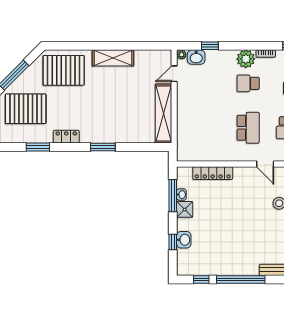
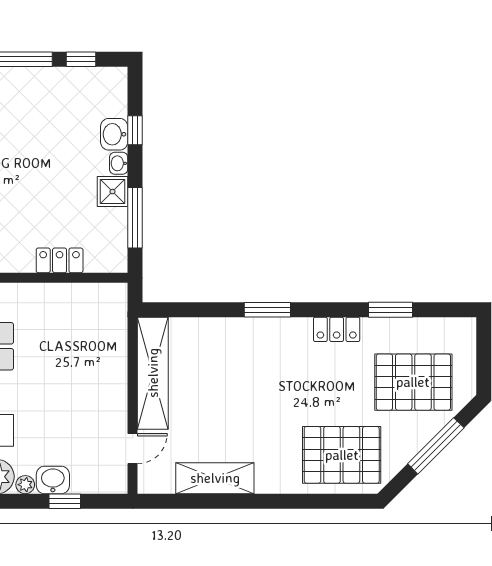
plant: (182, 55) -> (25, 485), moved
washbasin: (196, 57) -> (53, 480), moved
shelving: (113, 58) -> (215, 478), moved
locker: (213, 173) -> (60, 260), width x0.66
washbasin: (181, 195) -> (119, 163), moved

